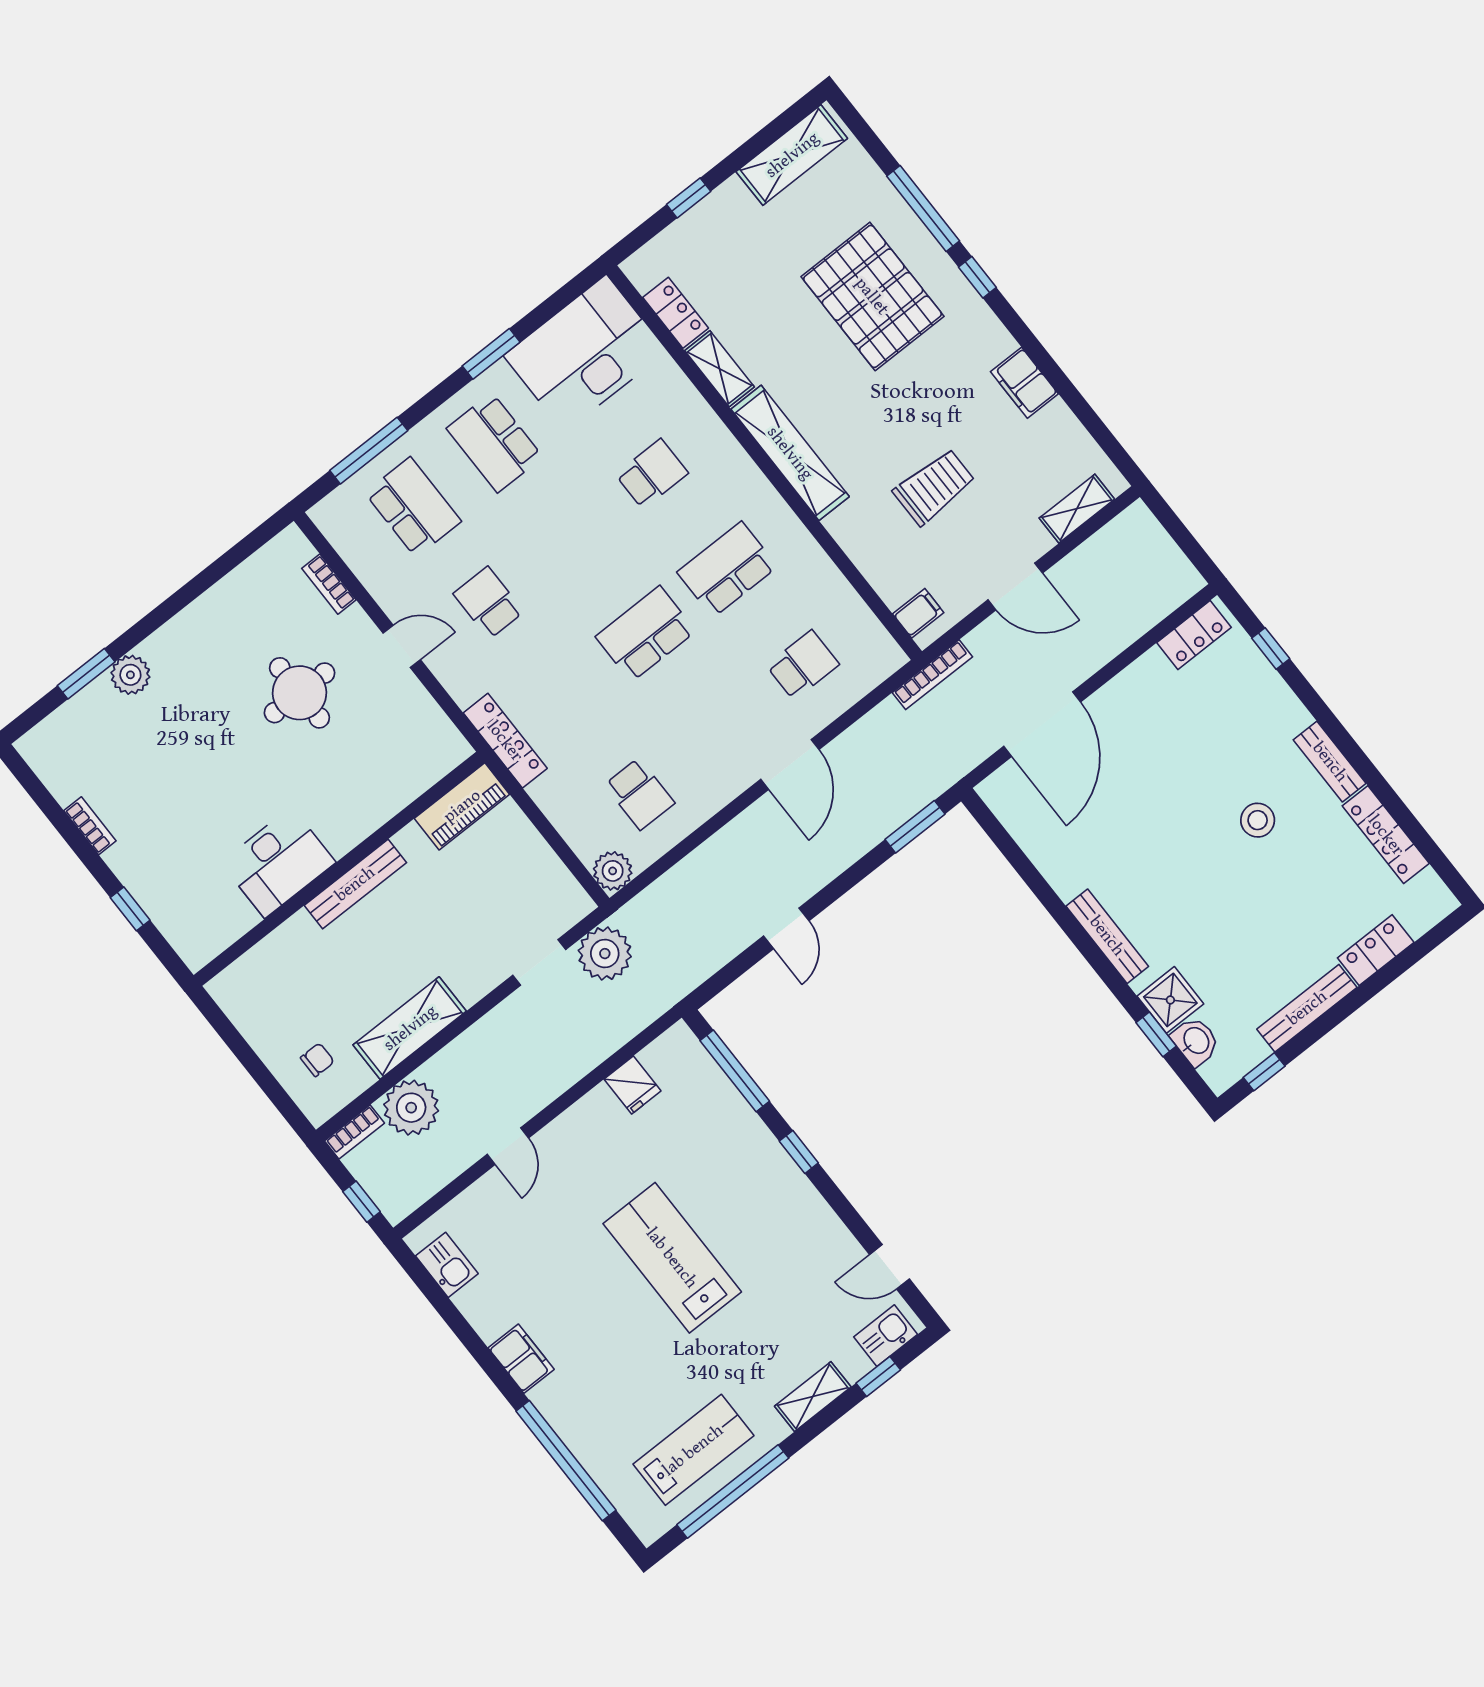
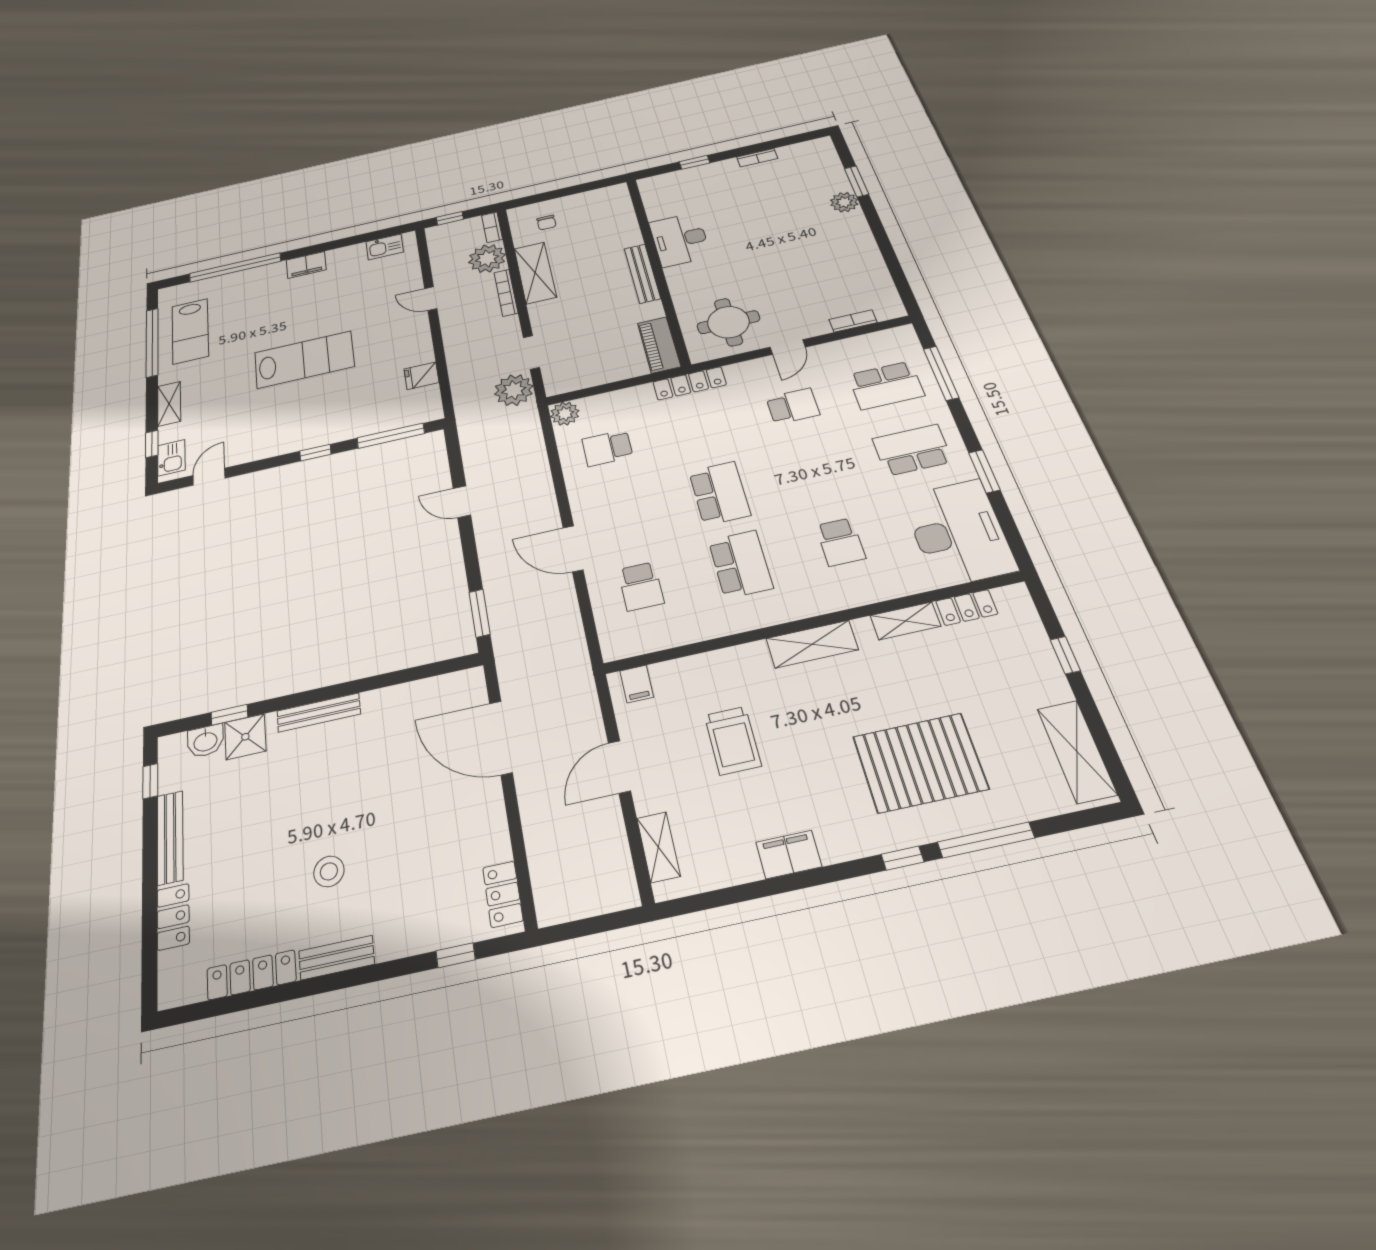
shelving: (790, 453) -> (812, 644), width x0.68
bookcase: (932, 675) -> (506, 293), moved
round table: (300, 693) -> (728, 322), moved

